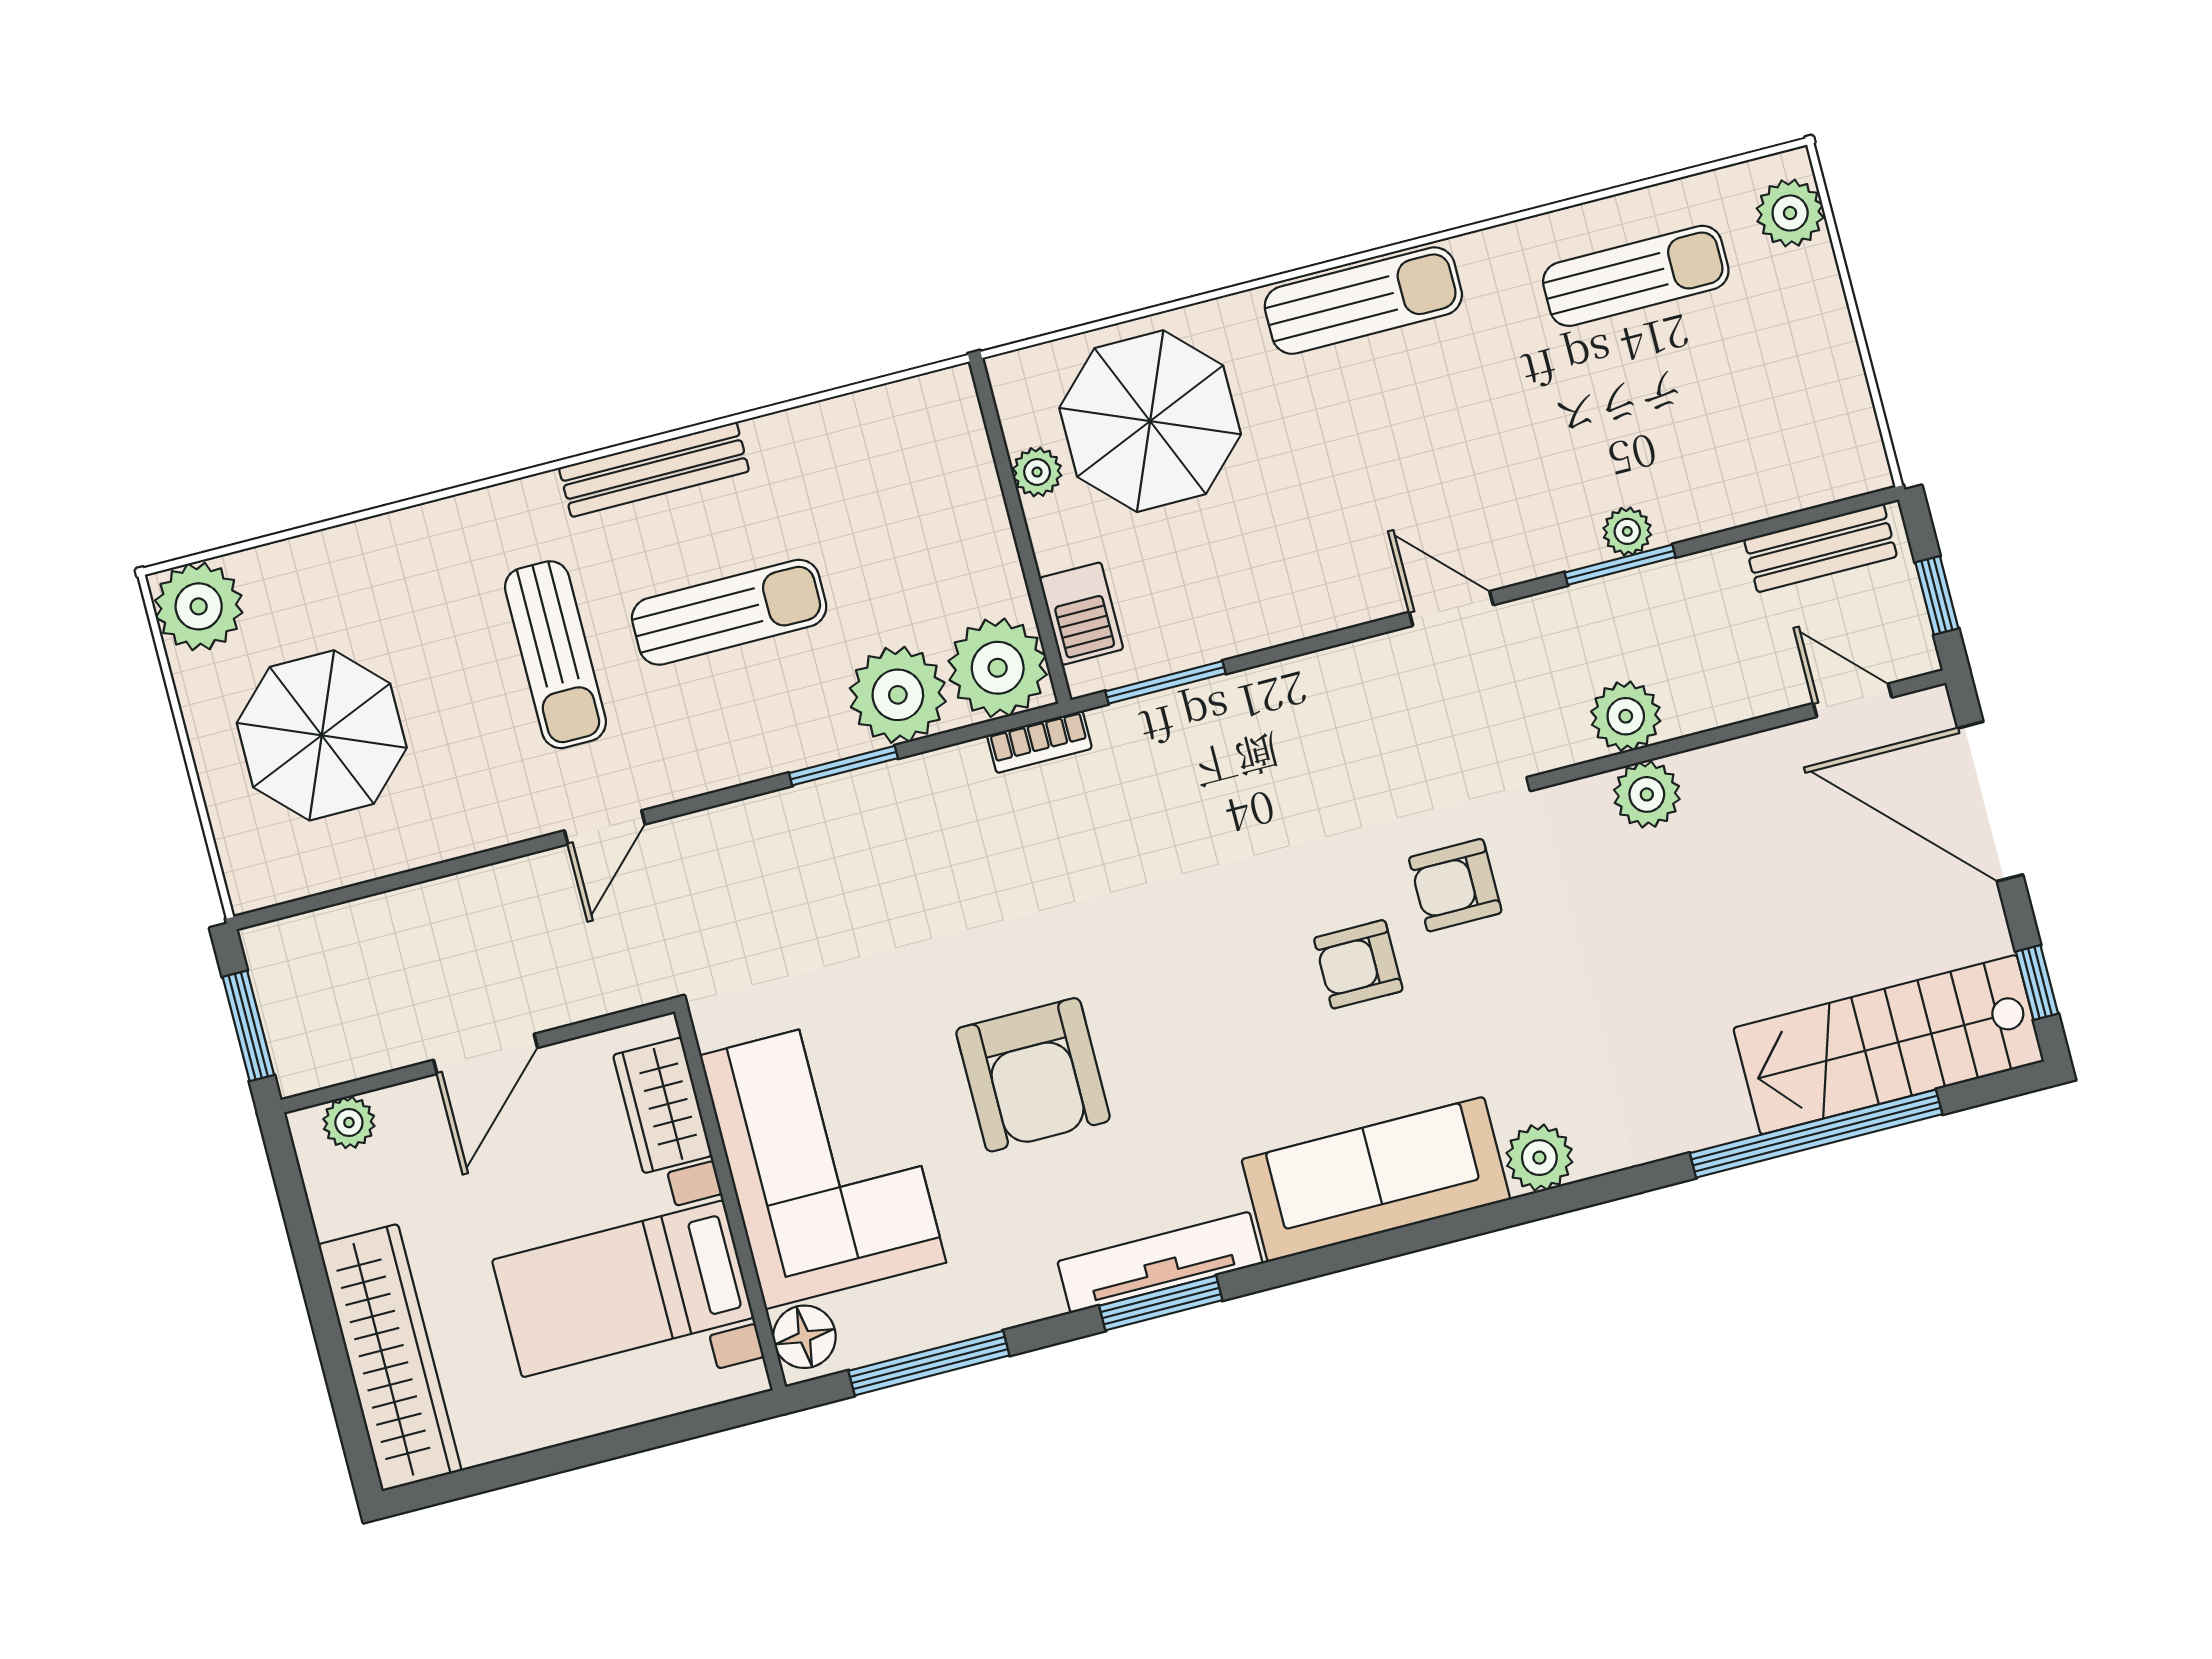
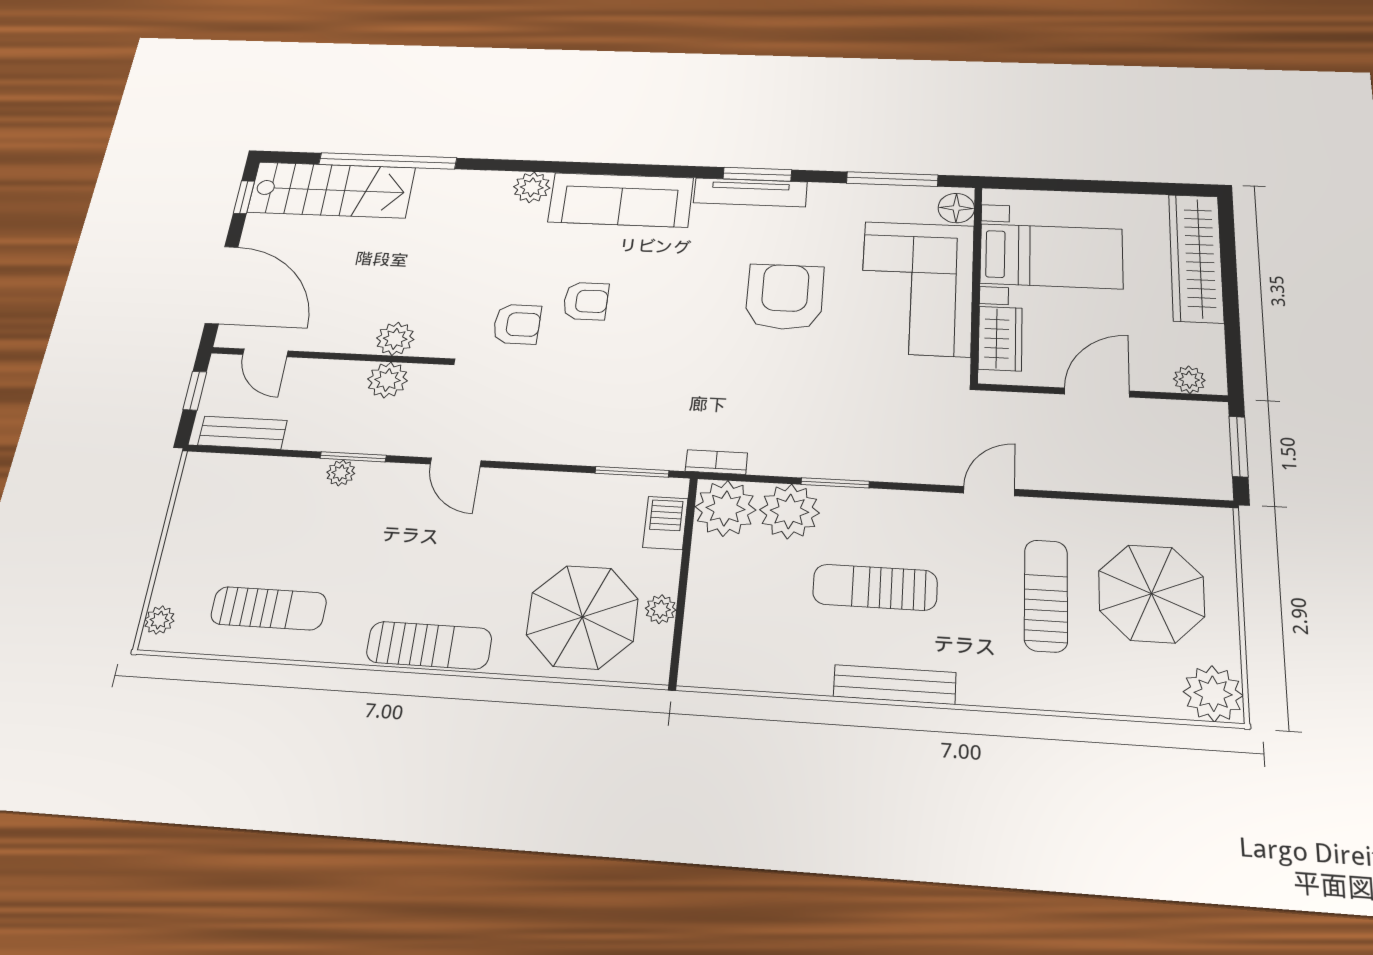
plant: (1790, 213) -> (159, 620), width x0.73, depth x0.73
sun lounger: (1636, 276) -> (269, 608), turned 180
sun lounger: (1363, 301) -> (429, 645), turned 180
sun lounger: (555, 655) -> (1046, 595), moved

